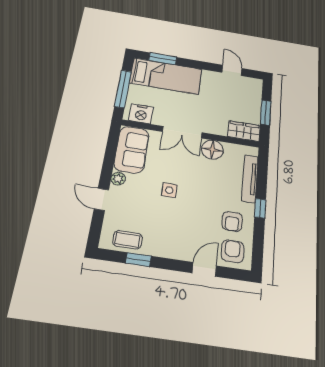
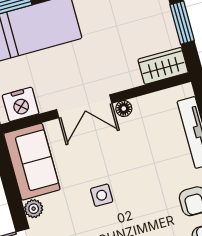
floor lamp: (212, 150) -> (124, 109), width x0.53, depth x0.53

